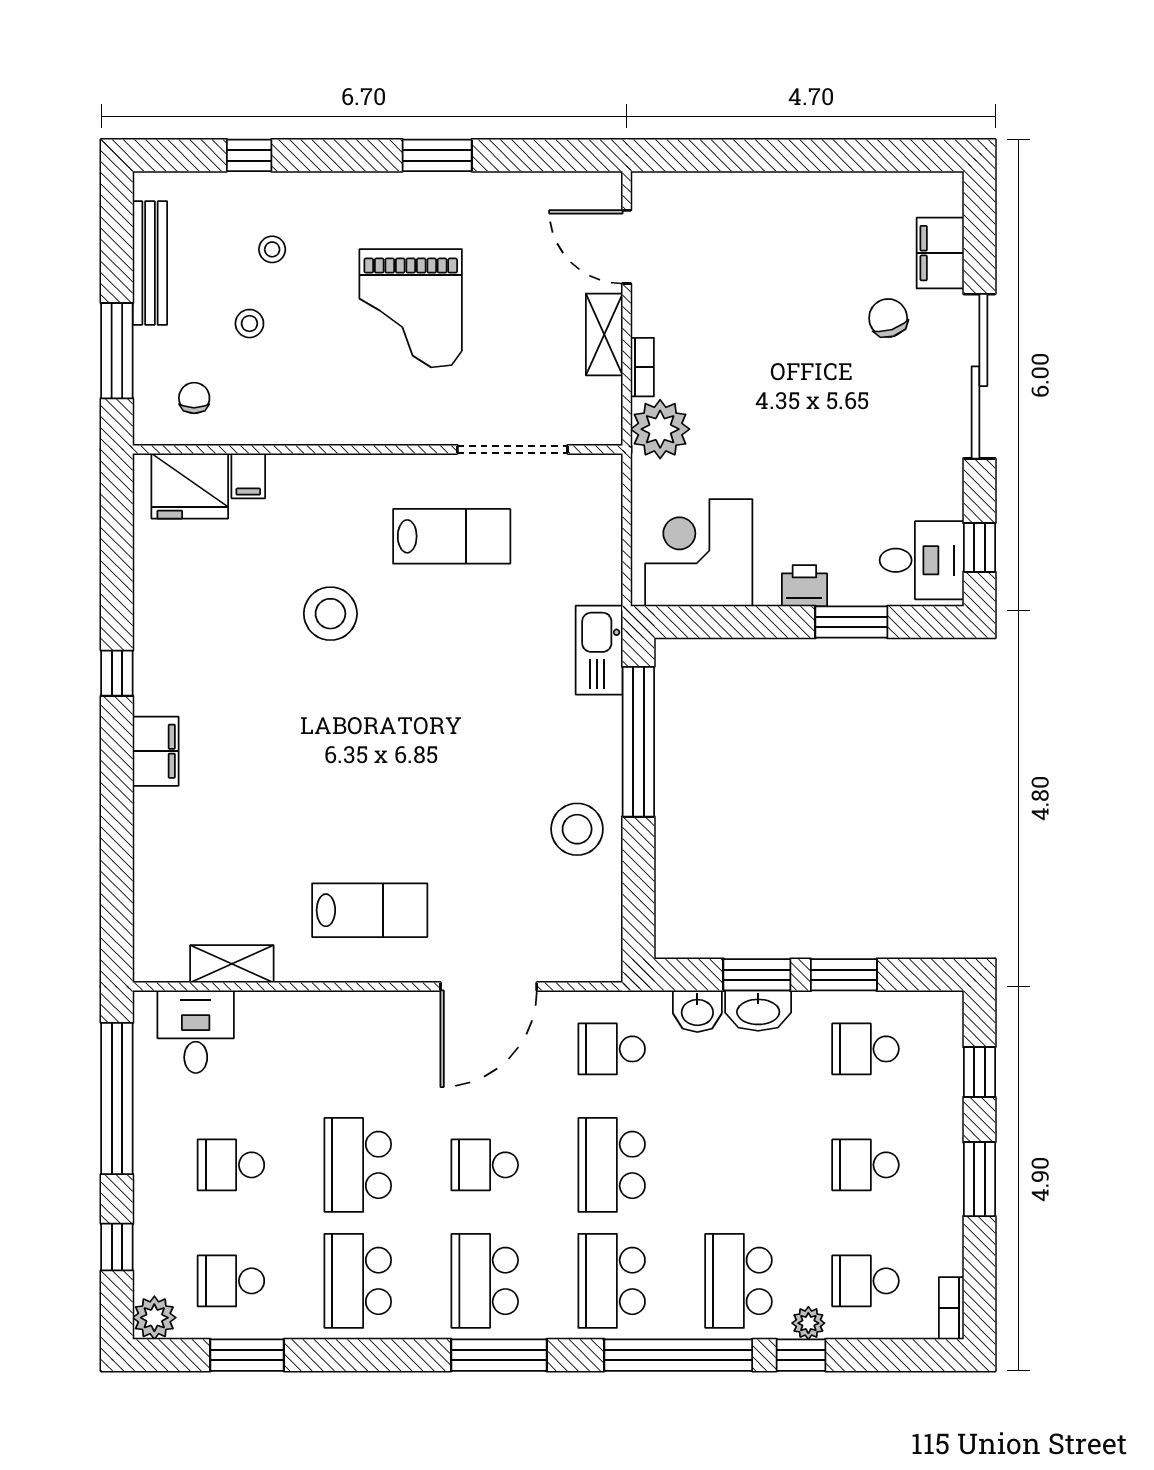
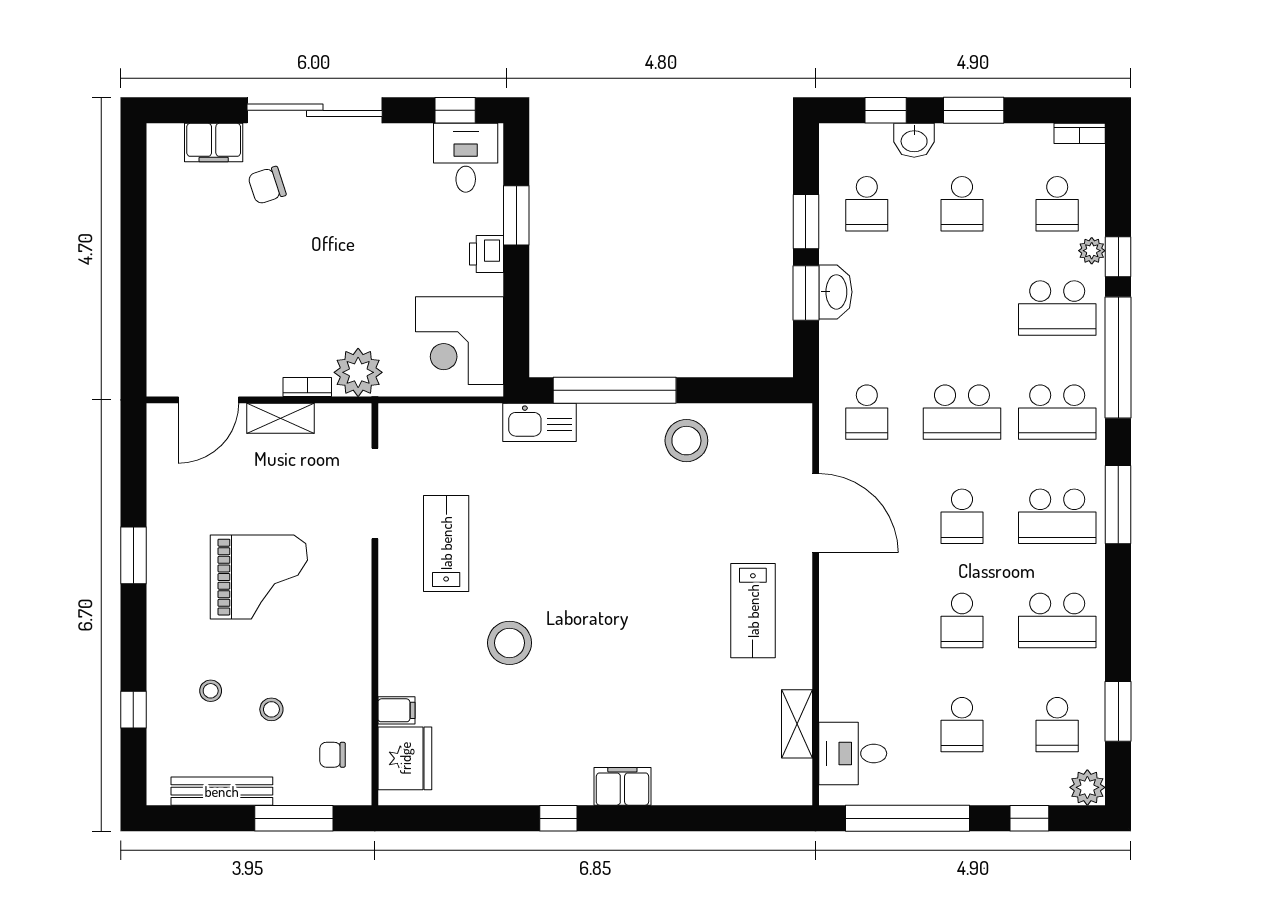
lab bench: (370, 910) -> (753, 611), turned 180
washbasin: (697, 1011) -> (914, 140), moved, turned 90
school desk: (358, 1165) -> (962, 620), width x0.54

